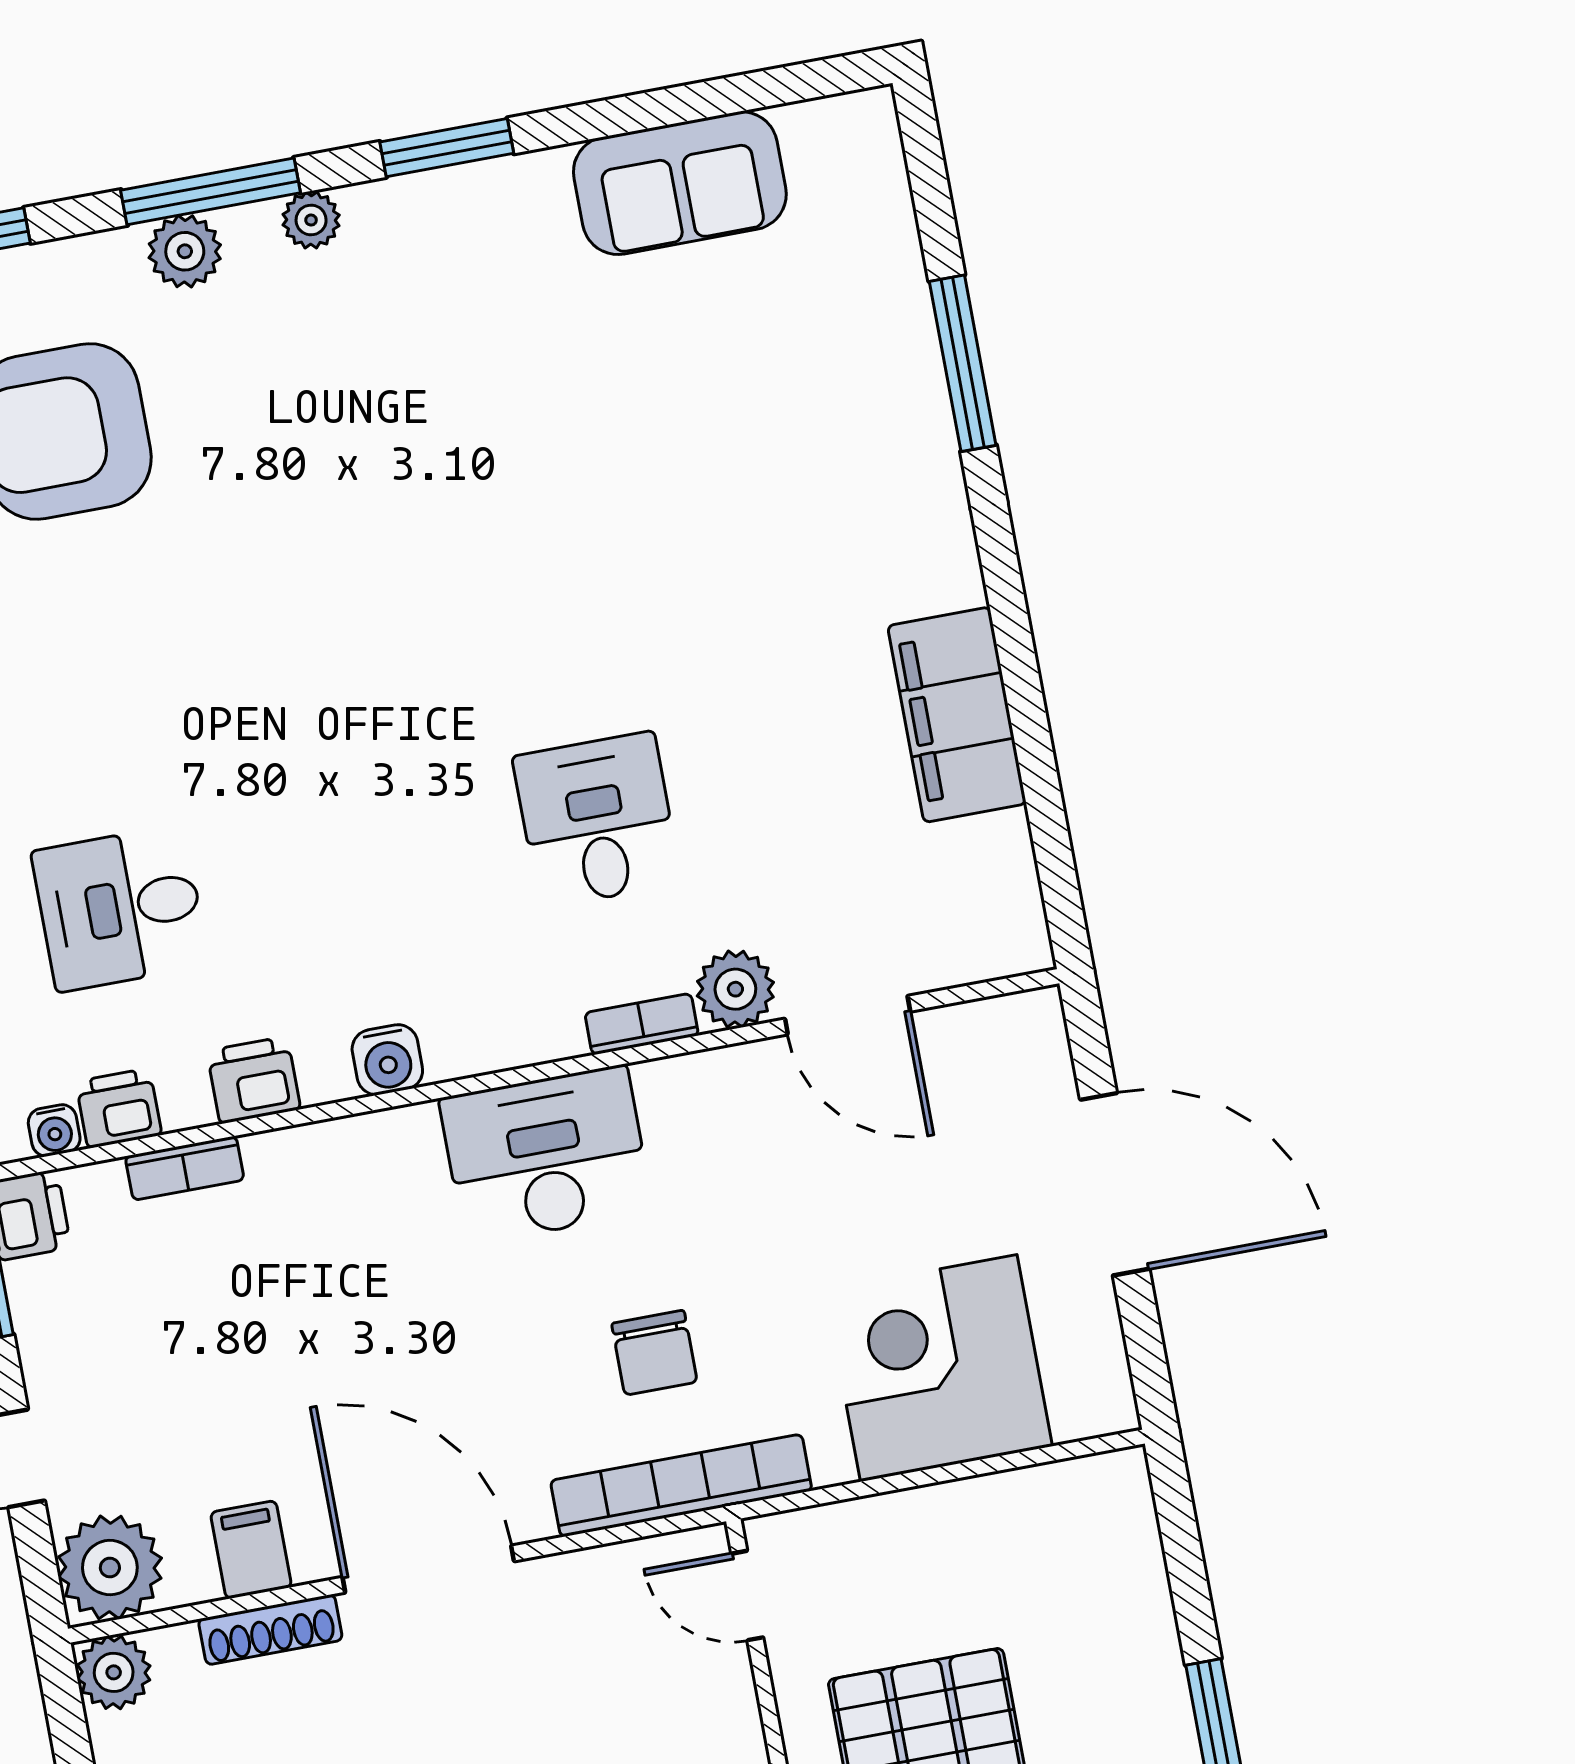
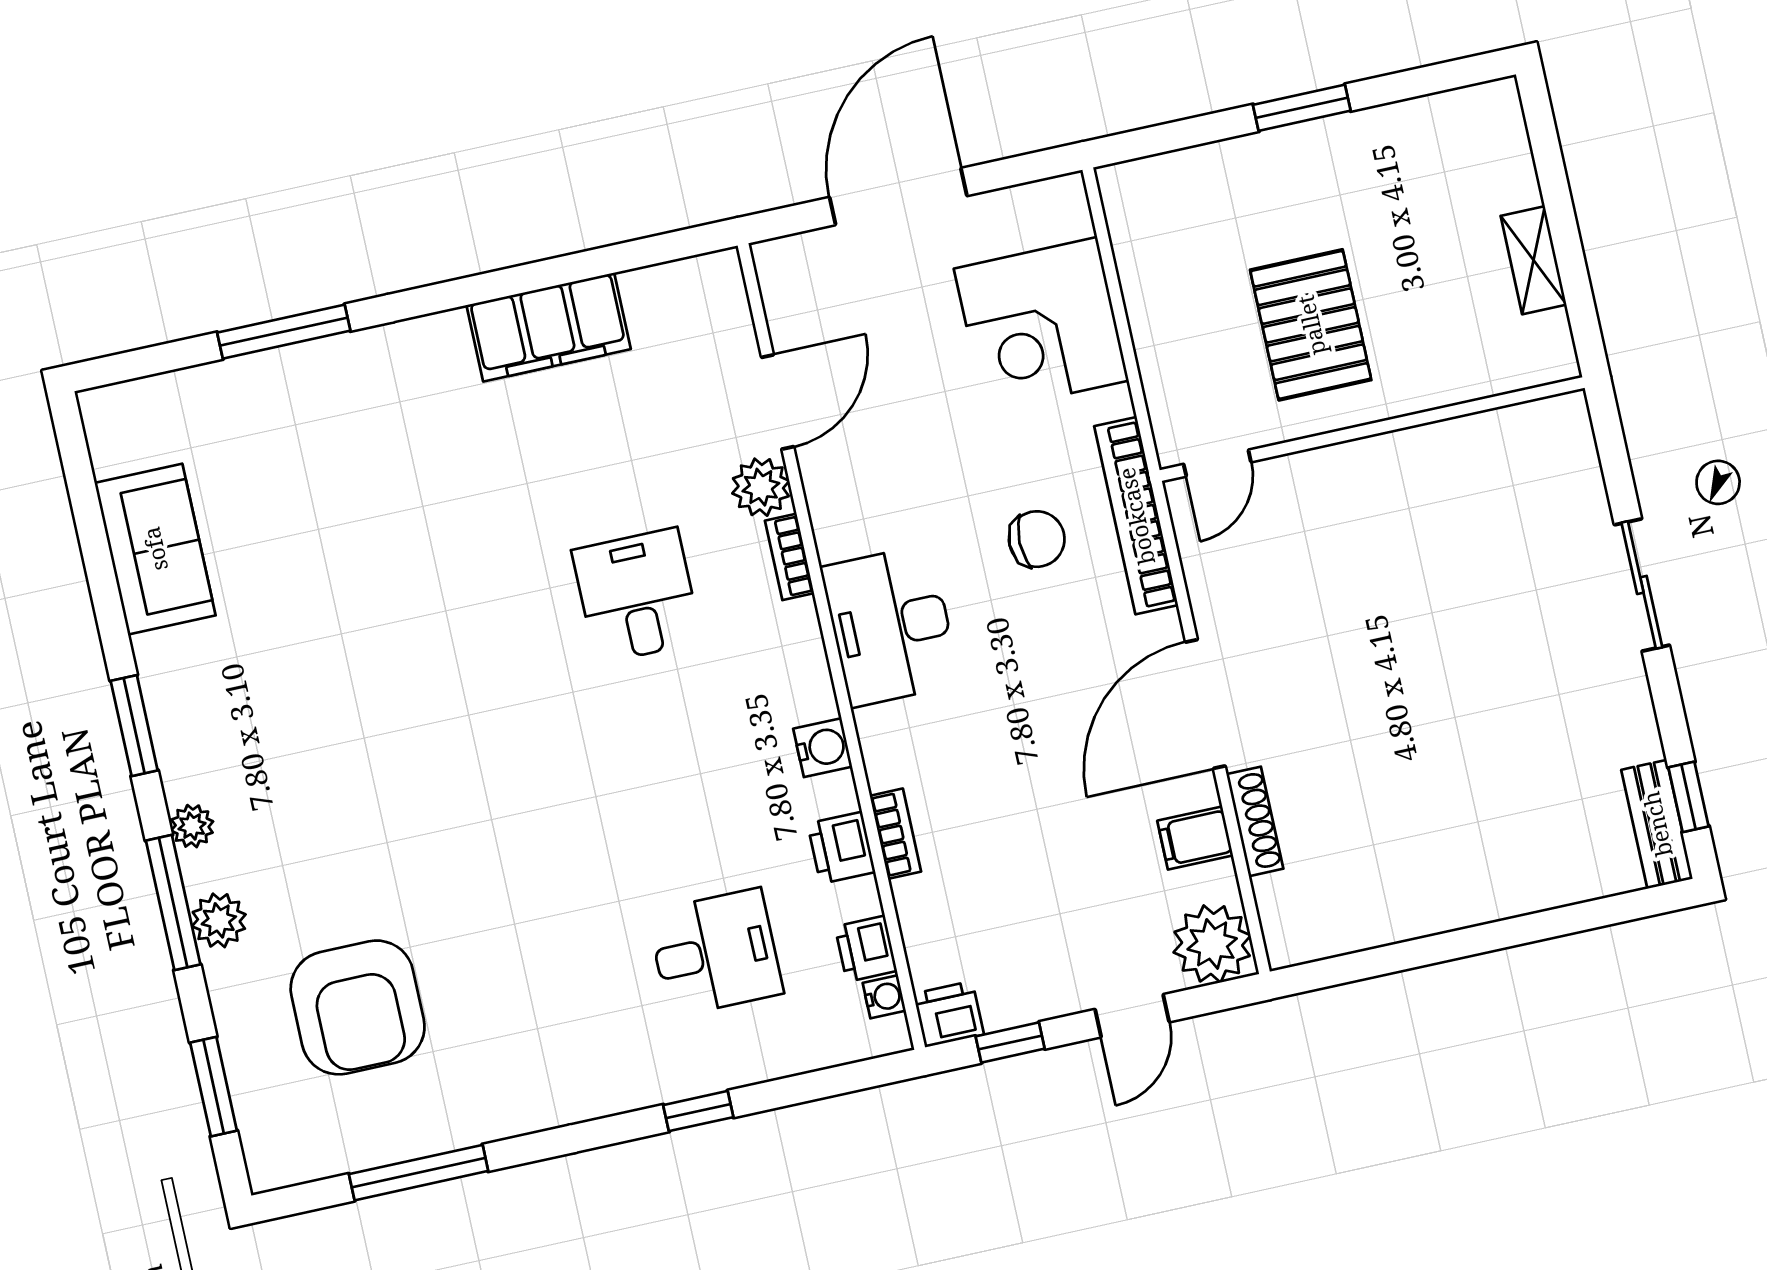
desk: (597, 820) -> (637, 596), turned 90
desk: (120, 908) -> (715, 953), turned -90
bookcase: (185, 1168) -> (895, 834), moved
plant: (114, 1672) -> (1291, 938), removed

